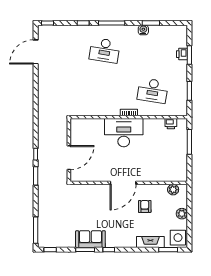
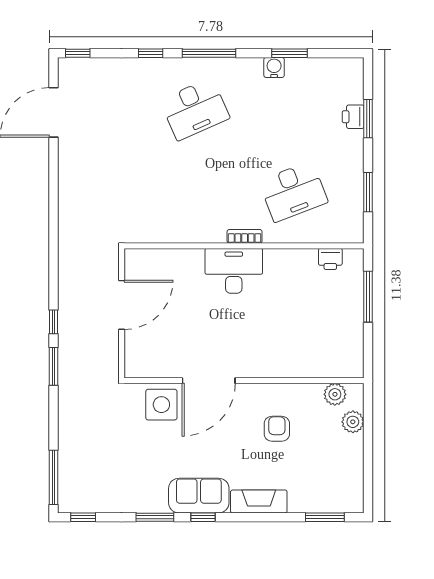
desk: (105, 50) -> (195, 109), turned -33
desk: (153, 91) -> (293, 192), turned -30
desk: (124, 133) -> (234, 271), width x0.73, depth x0.77
door: (69, 158) -> (122, 305), moved
door: (123, 183) -> (209, 381), moved
plant: (182, 214) -> (353, 422), moved
side table: (178, 238) -> (161, 405), moved
sofa: (90, 239) -> (199, 496), moved
fireplace: (150, 242) -> (259, 501), moved

